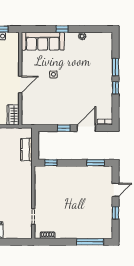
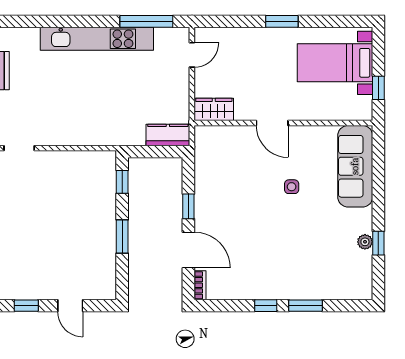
window: (62, 29) -> (378, 243), moved
kitchen counter: (26, 150) -> (168, 135), moved
window: (96, 163) -> (122, 237), moved

